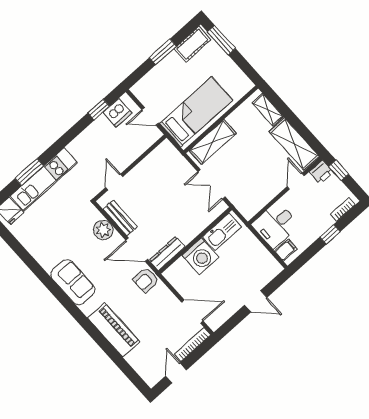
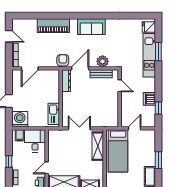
dishwasher: (117, 113) -> (149, 99), moved
door: (296, 181) -> (47, 168), swing flipped
washing machine: (200, 256) -> (20, 119), moved, turned 90

